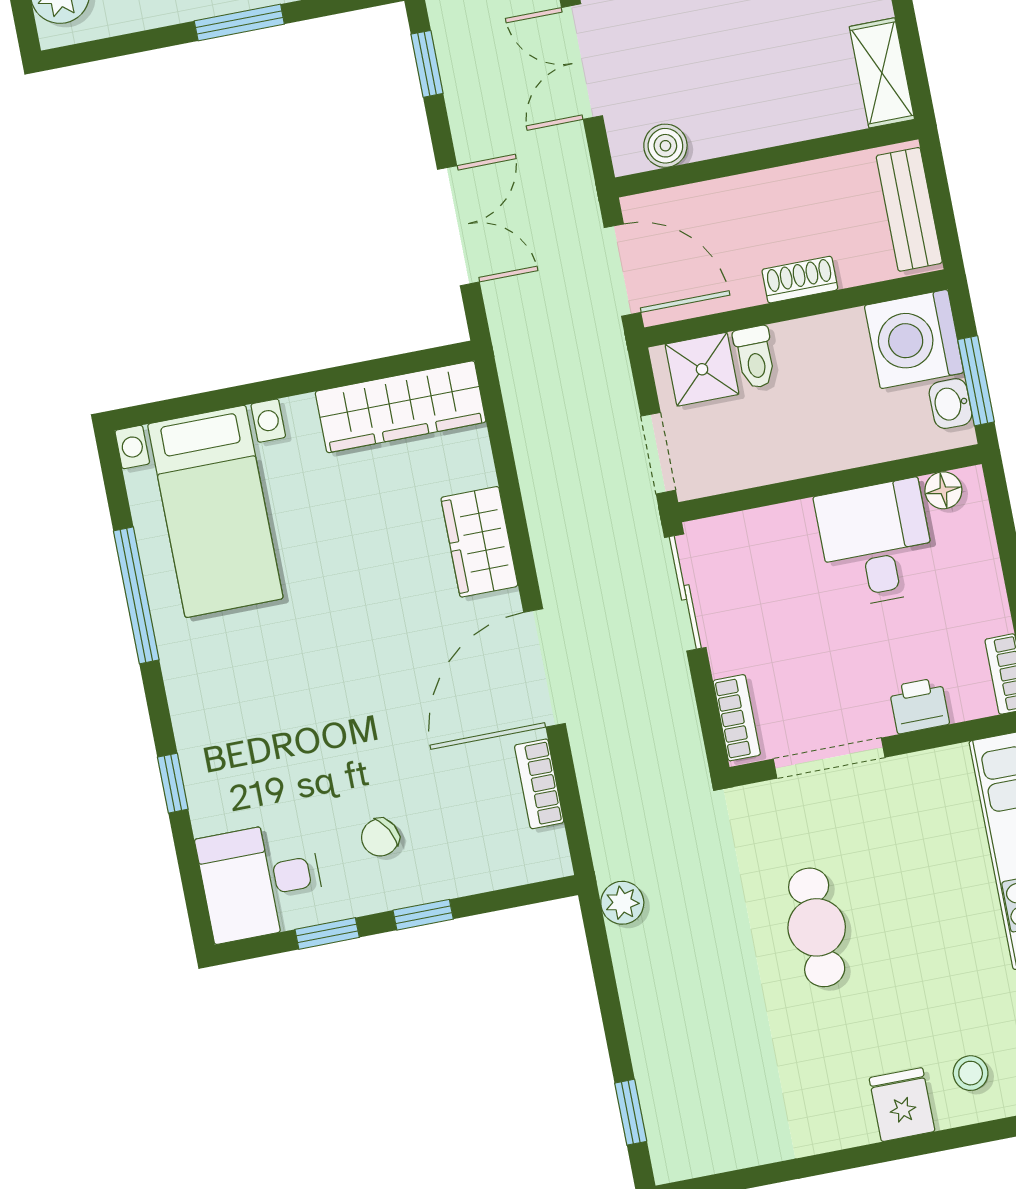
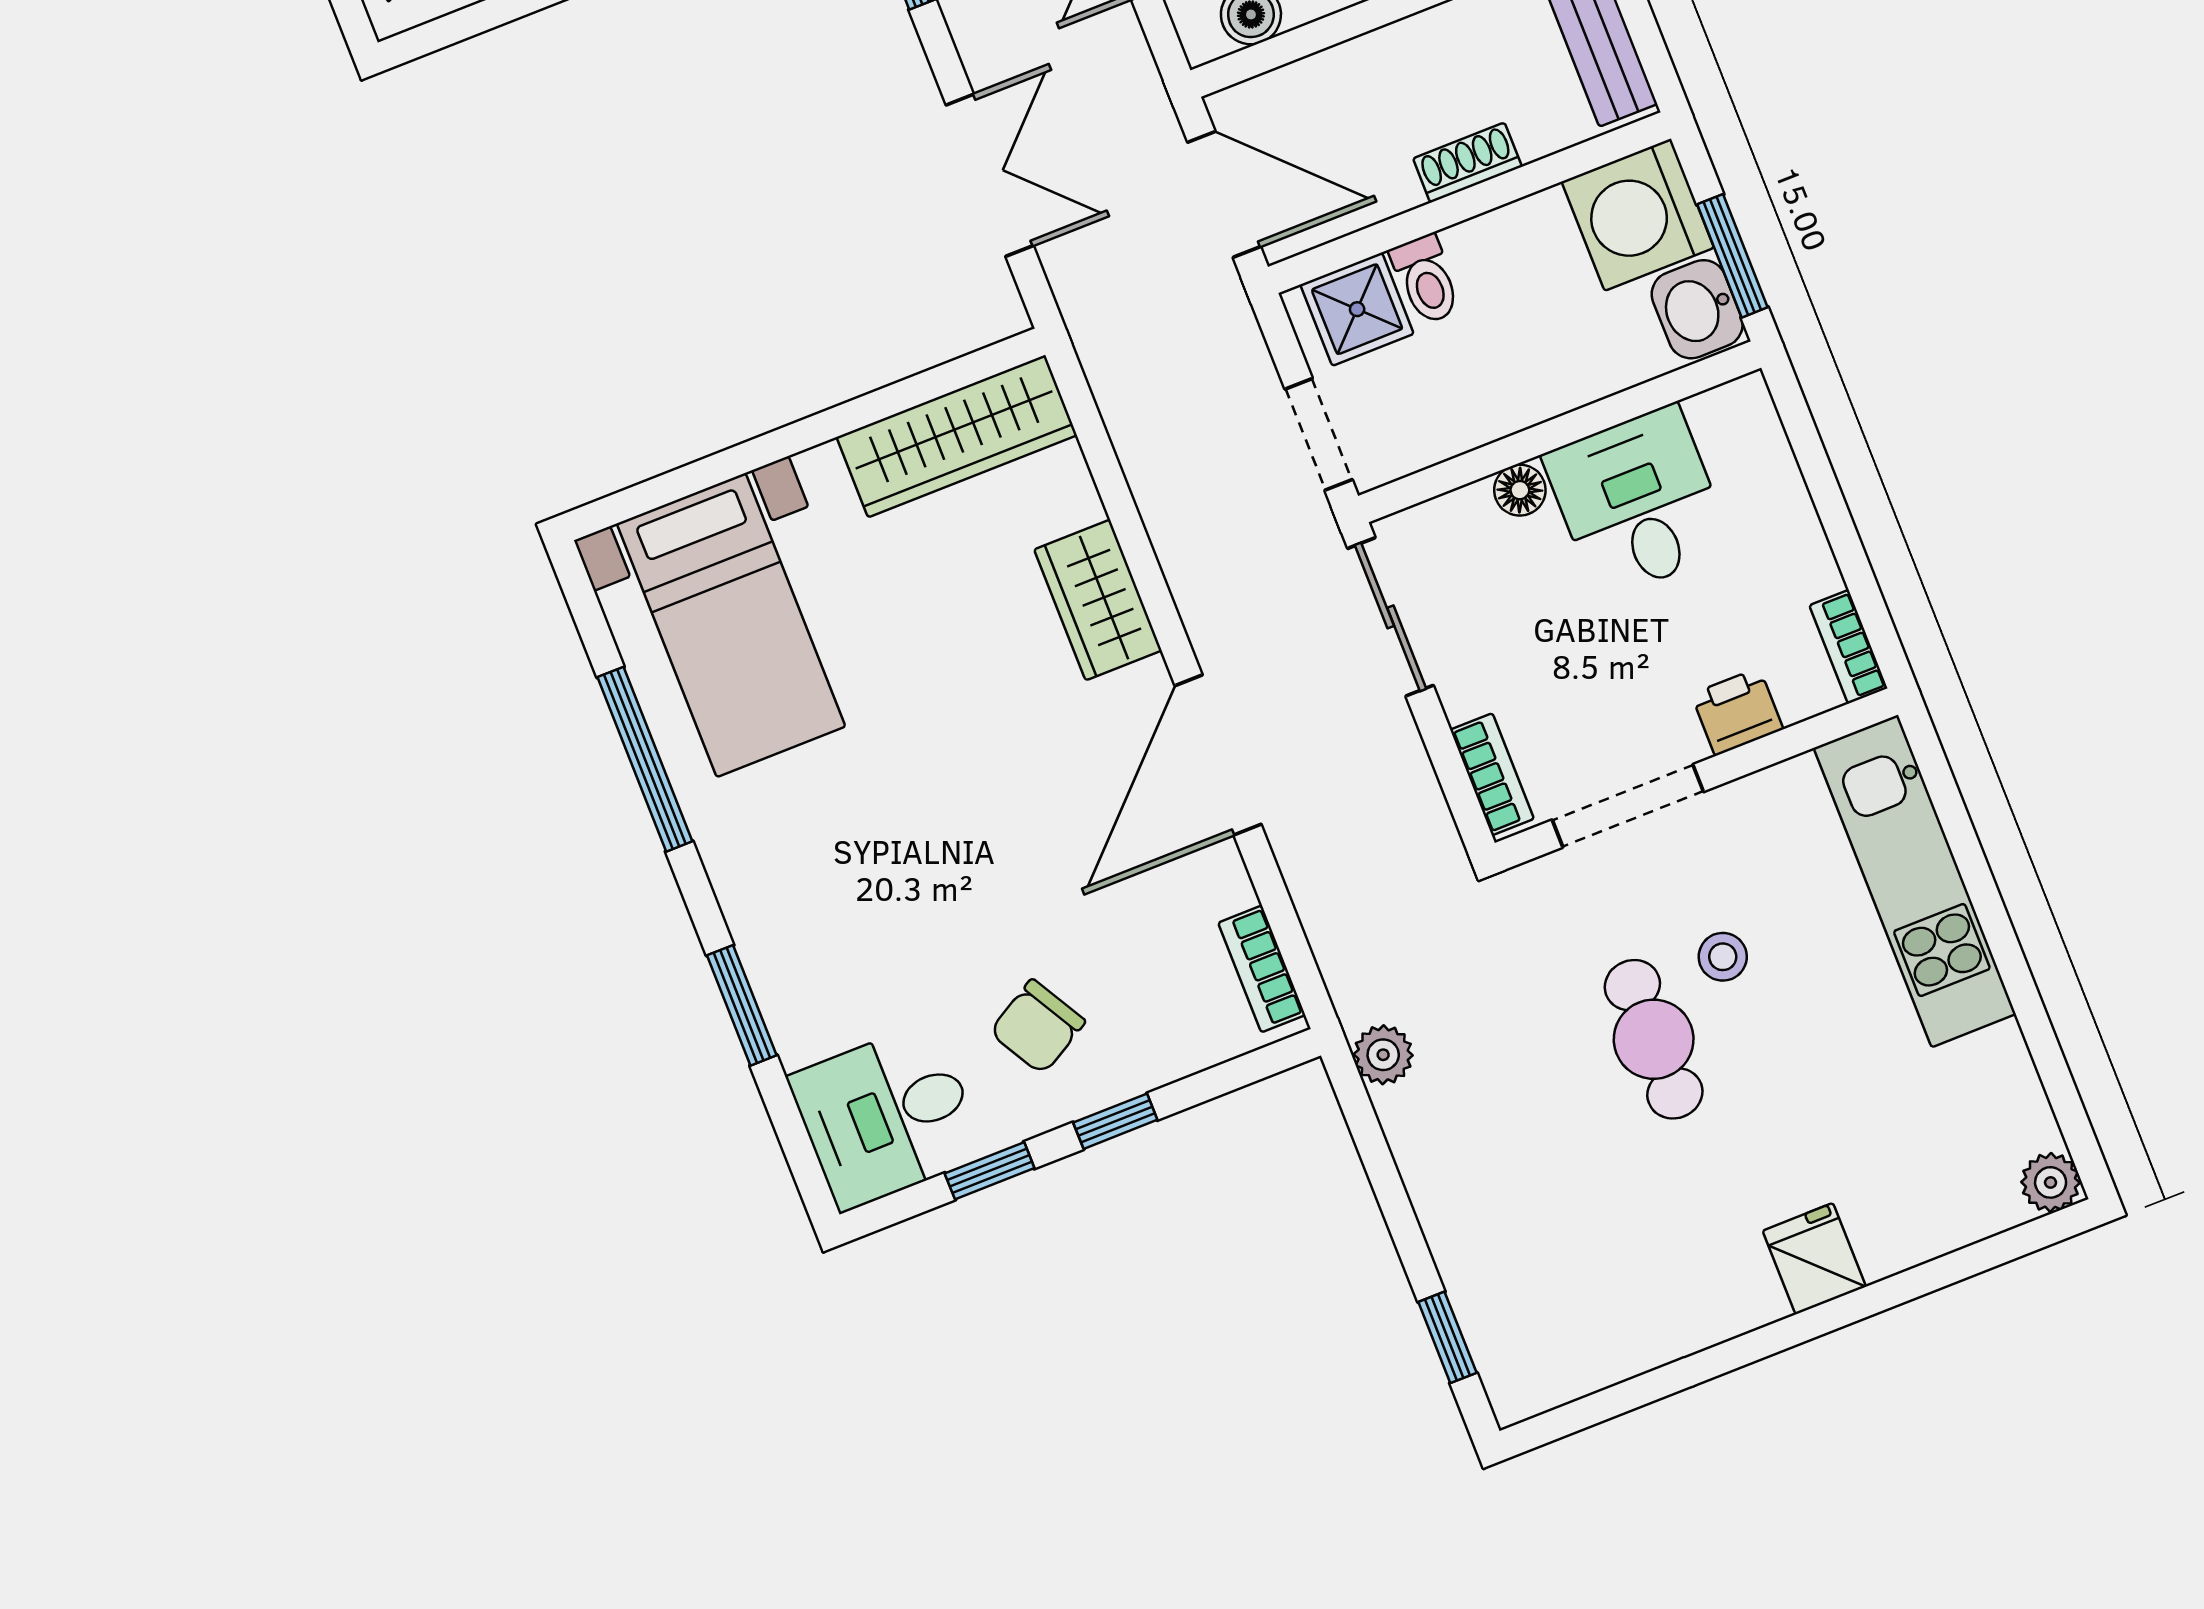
washbasin: (951, 404) -> (1697, 309), width x1.38, depth x1.45
floor lamp: (943, 490) -> (1520, 490), moved
window: (173, 783) -> (742, 1005), width x1.50
bookcase: (539, 784) -> (1262, 969), moved
chair: (380, 837) -> (1037, 1027), width x1.37, depth x1.37
stool: (971, 1073) -> (1723, 957), moved

